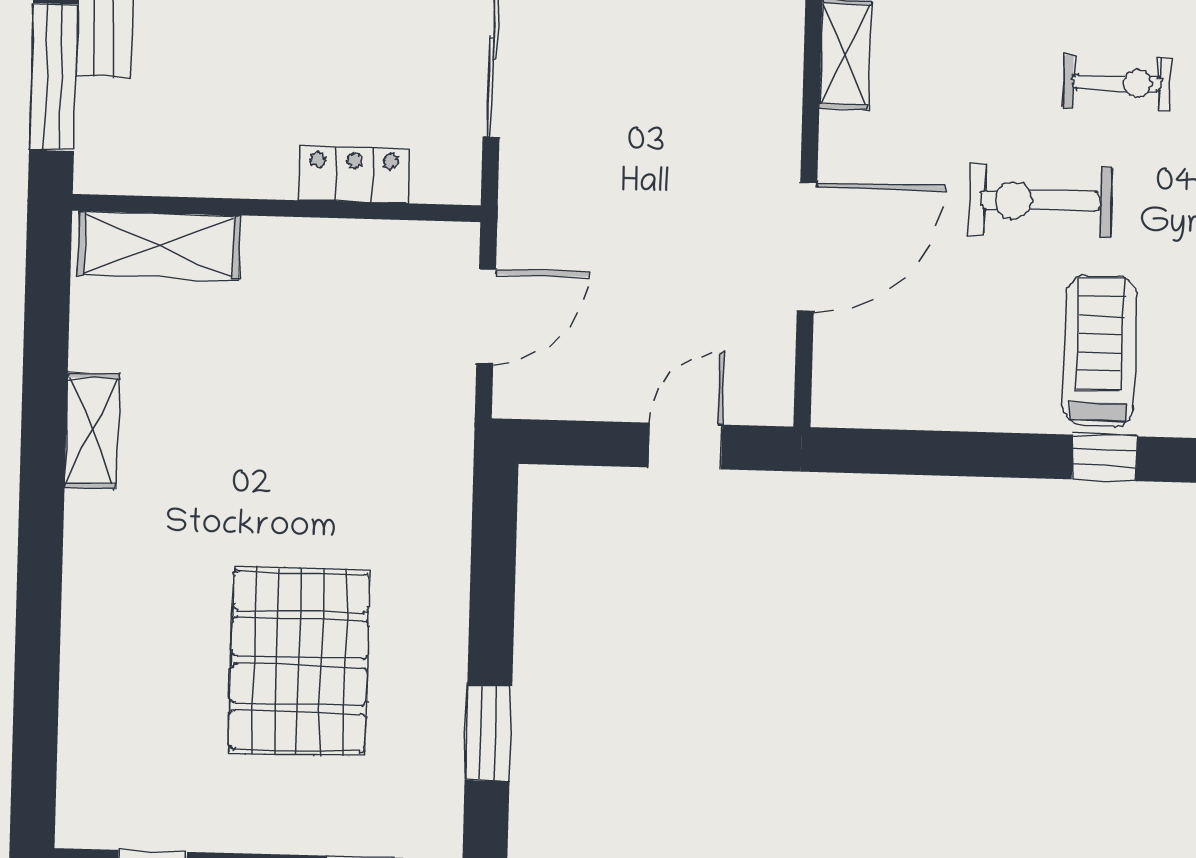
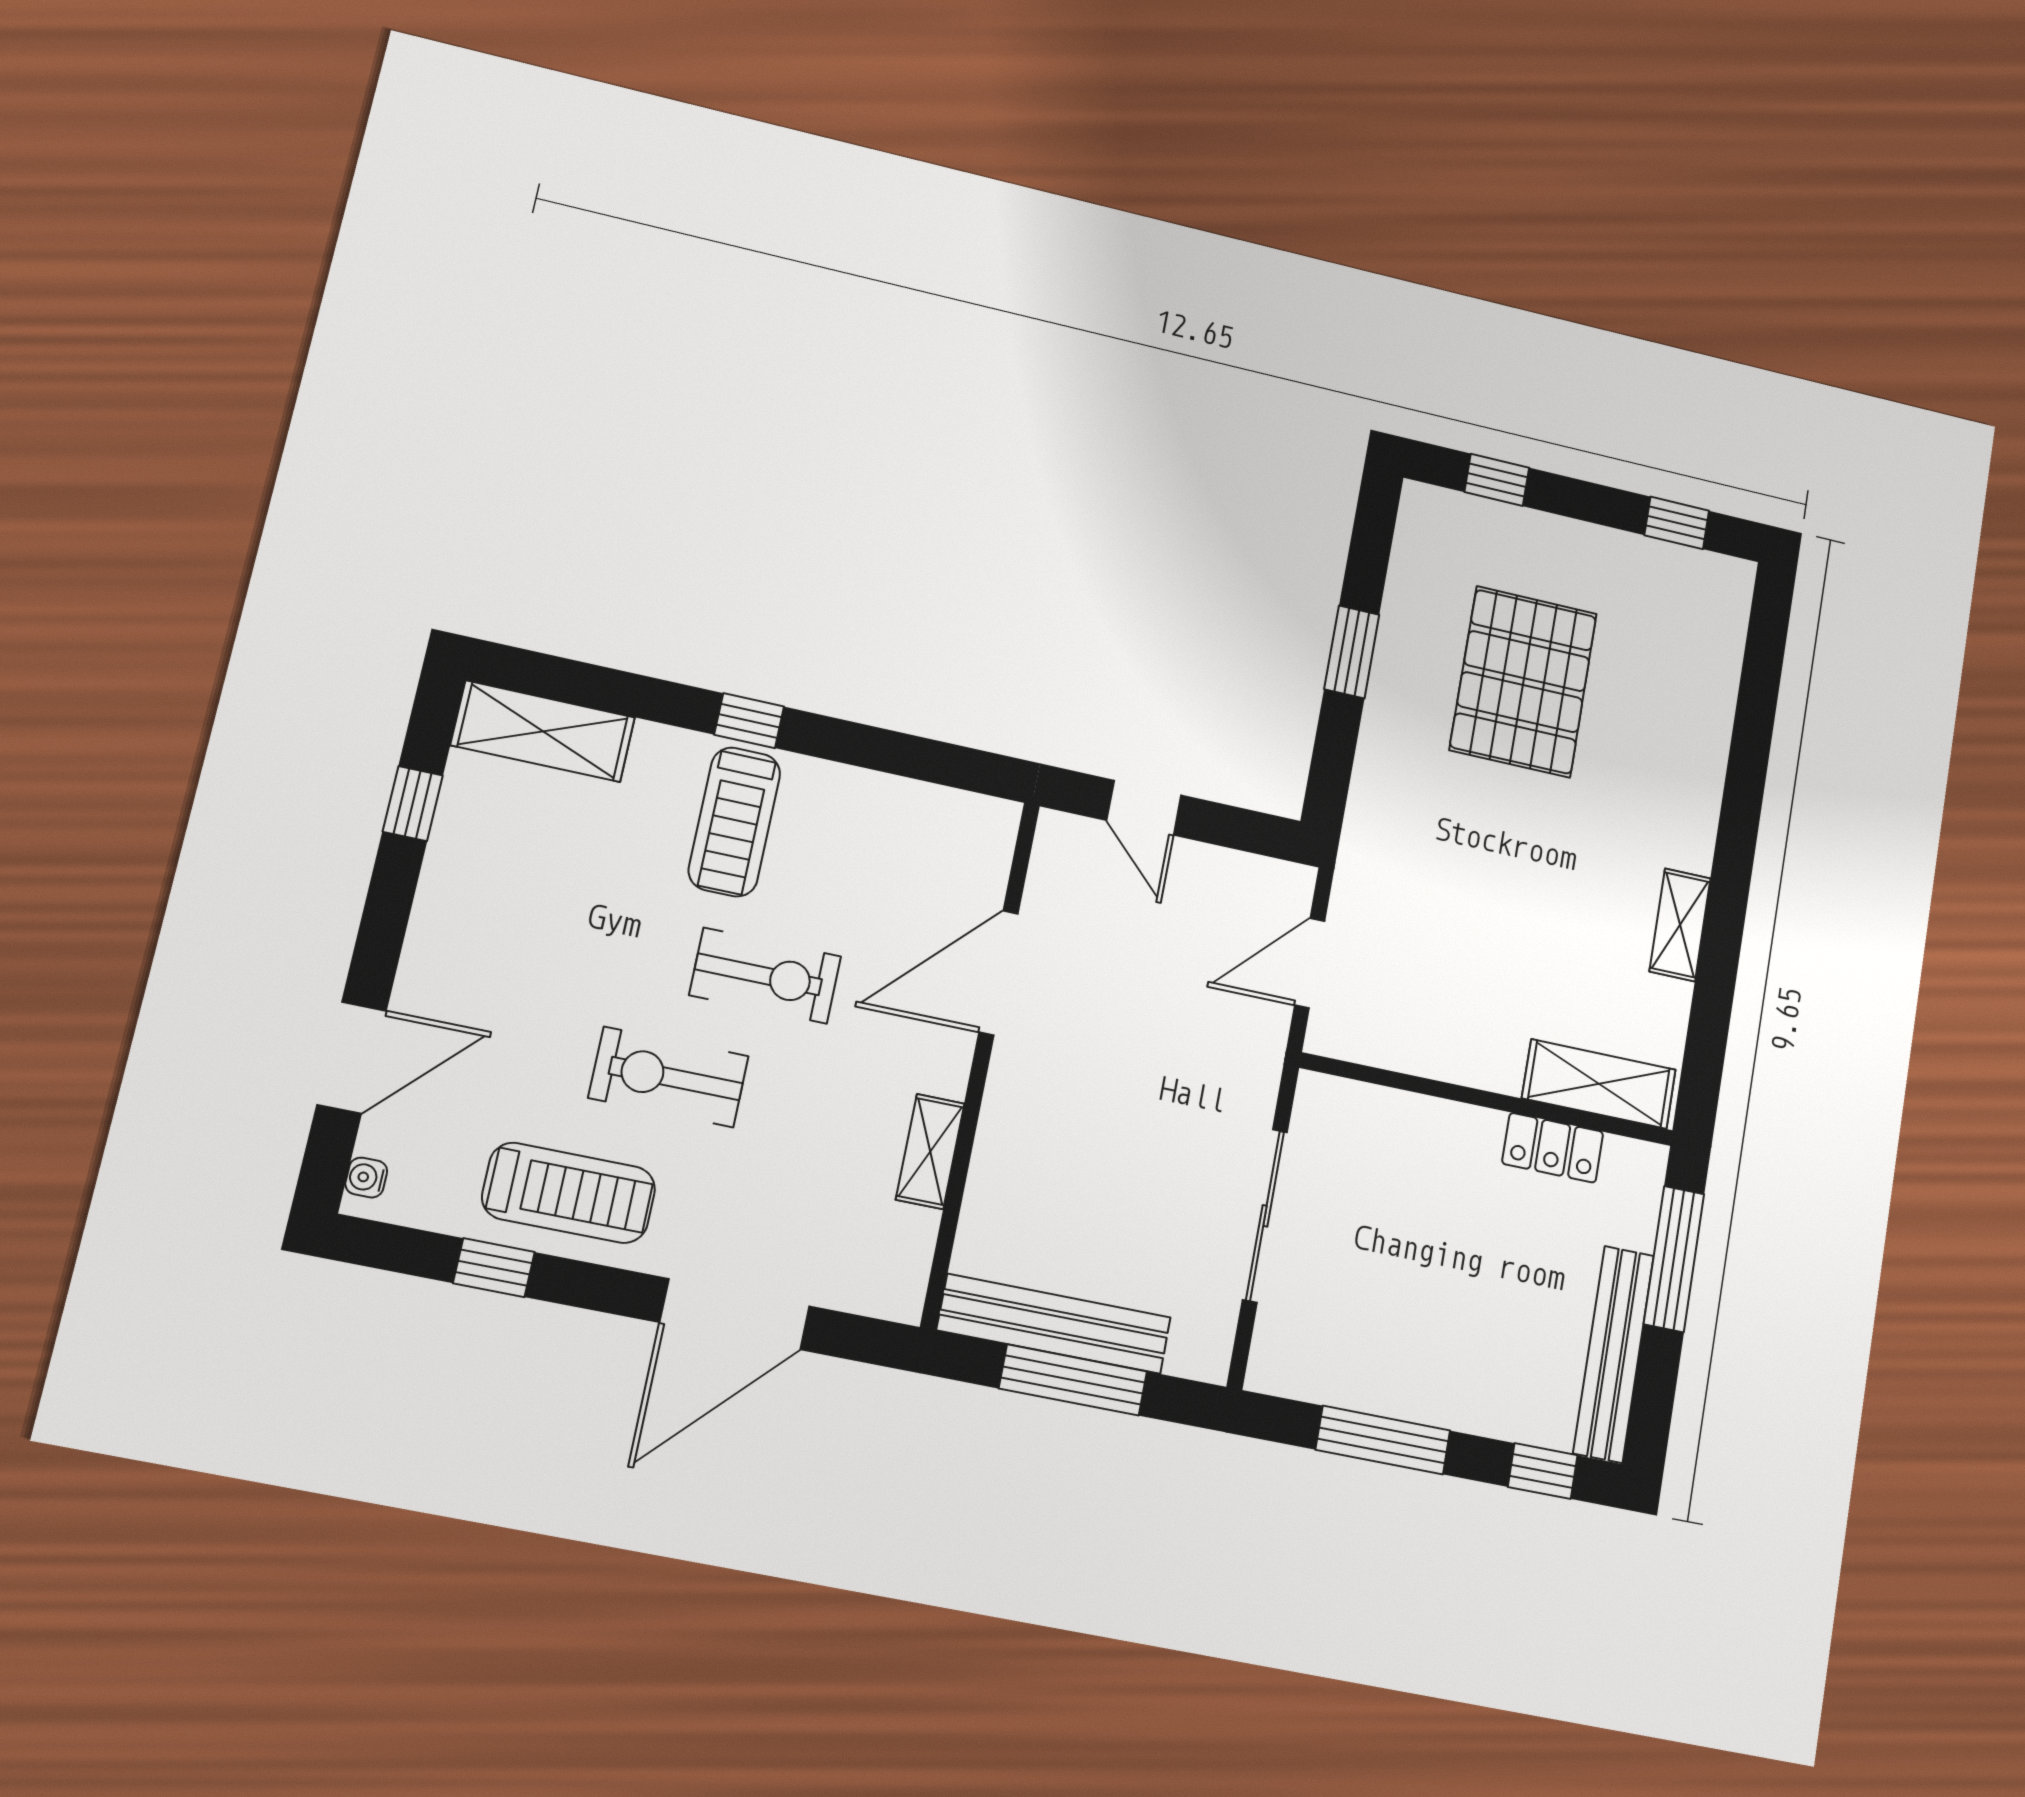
exercise bike: (1117, 83) -> (669, 1077), width x1.38, depth x1.39
locker: (354, 174) -> (1553, 1148), moved
door: (685, 446) -> (1144, 808), hinge flipped
window: (488, 733) -> (1352, 652), moved

